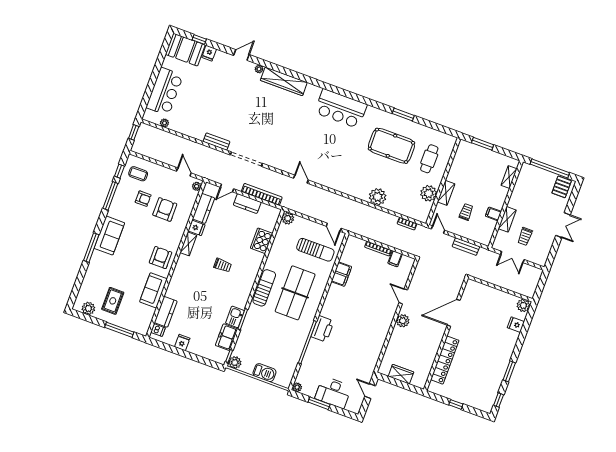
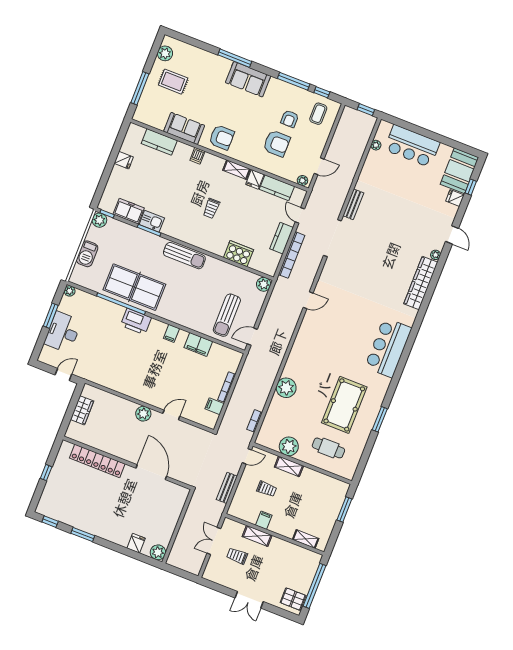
table tennis table: (295, 293) -> (134, 287), moved
filing cabinet: (332, 298) -> (171, 333), added
dishwasher: (158, 330) -> (197, 156), moved

